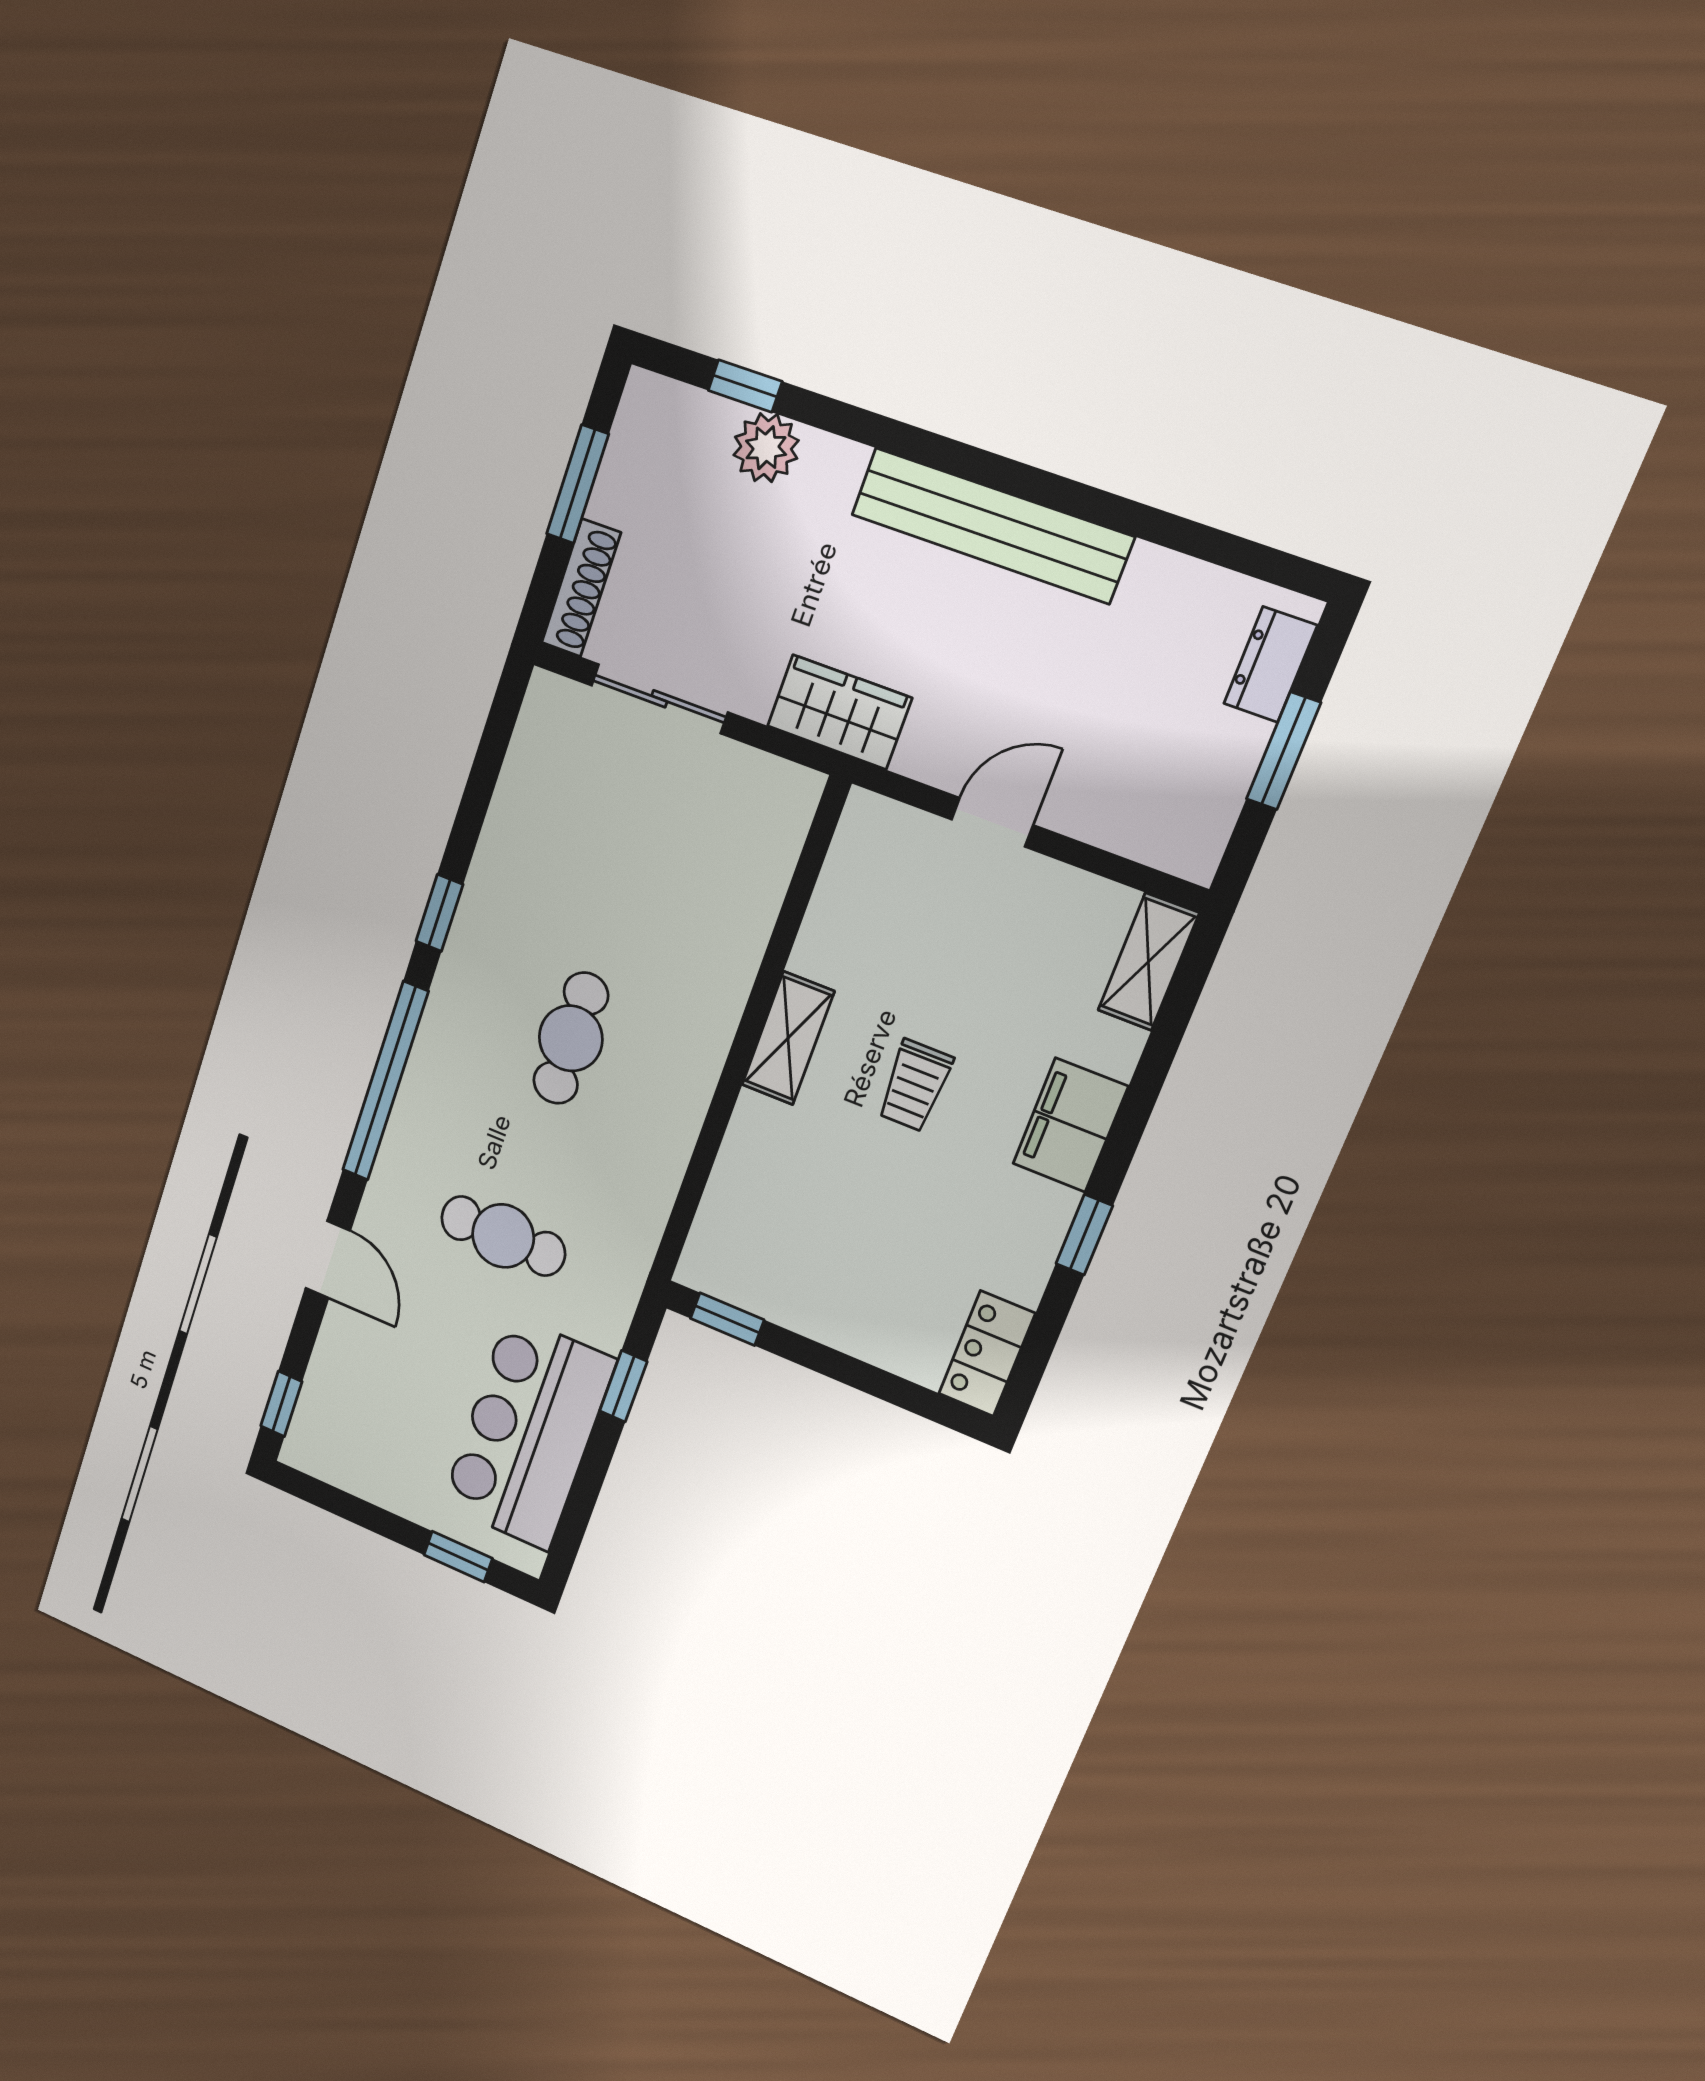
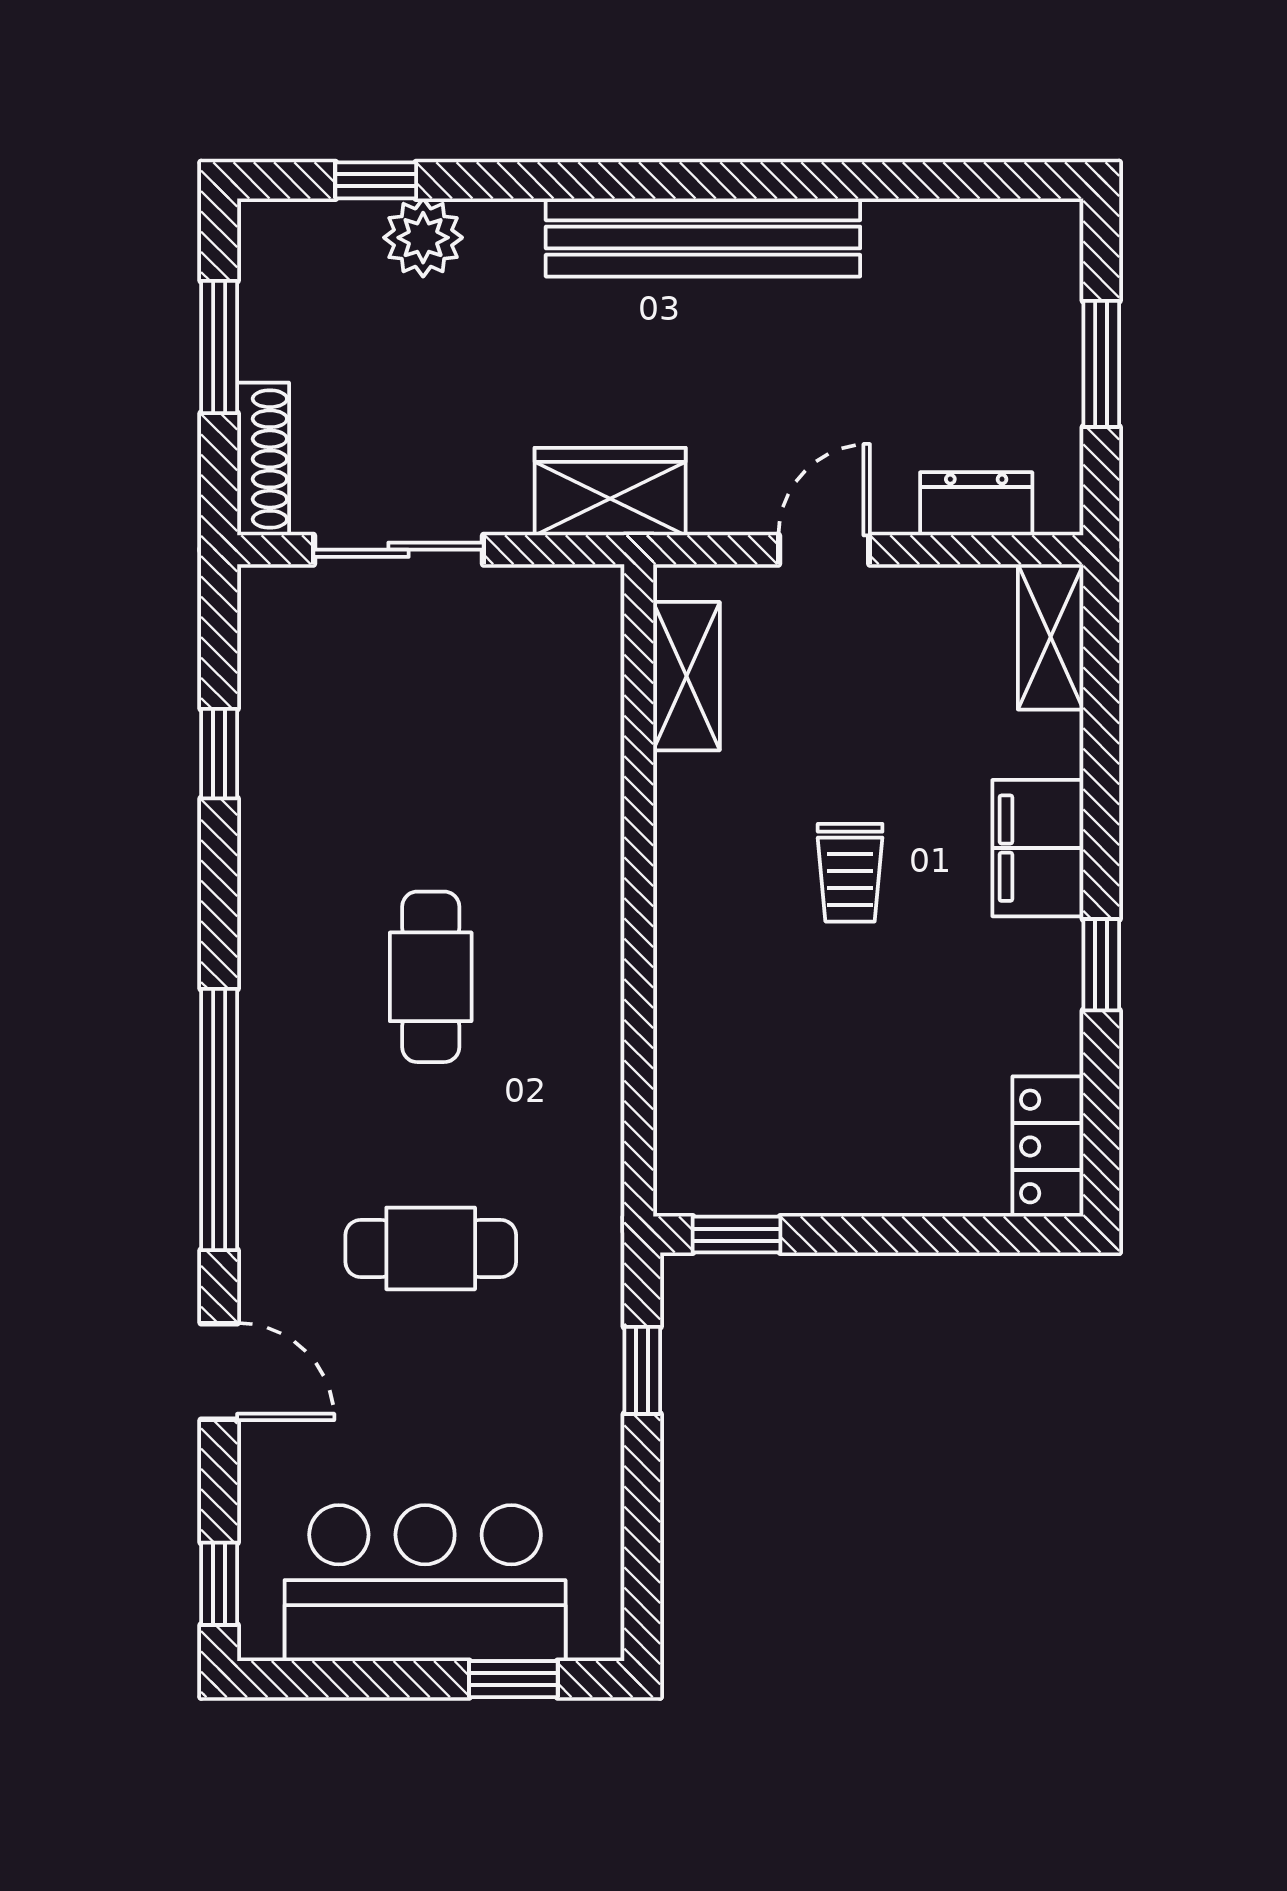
dresser: (1270, 665) -> (976, 504), moved, turned 90
window: (439, 913) -> (219, 754), moved
shelving: (788, 1038) -> (686, 676), moved
bar counter: (528, 1433) -> (425, 1583), moved, turned 90

